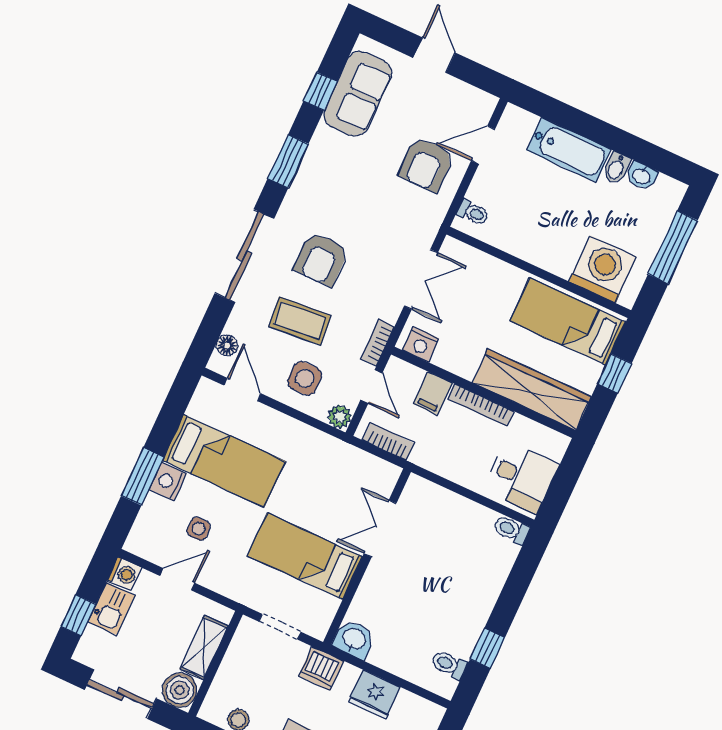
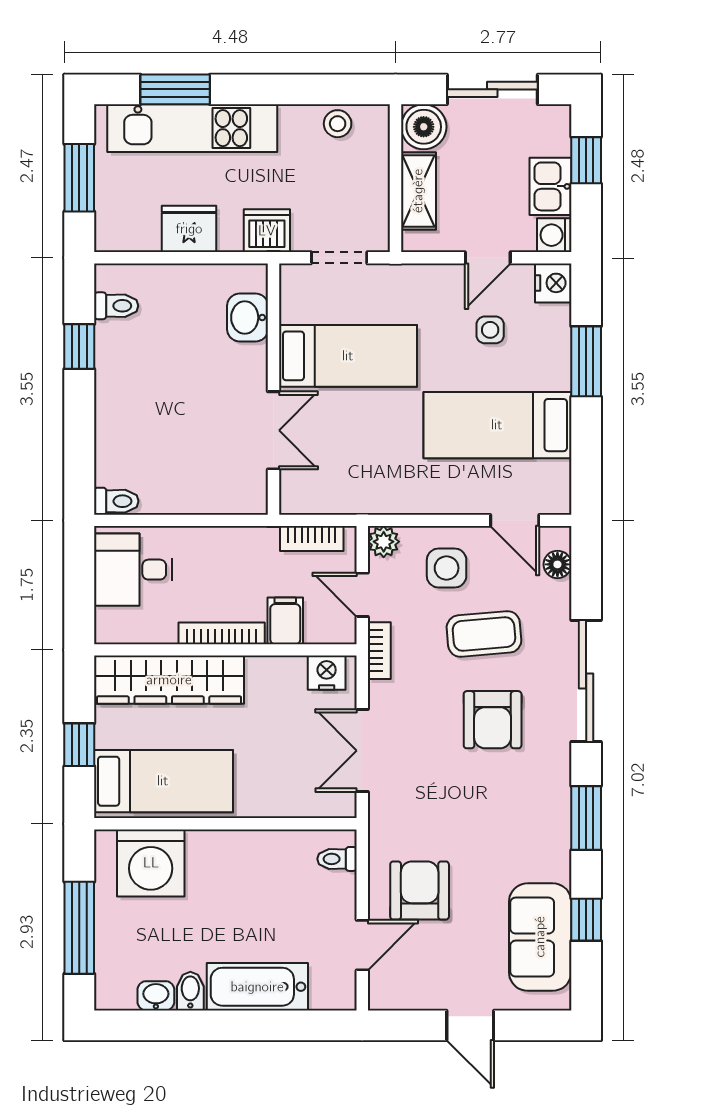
armchair: (321, 259) -> (493, 720), turned 180
nightstand: (168, 481) -> (553, 283), moved
washbasin: (354, 639) -> (248, 318), moved, turned 90

